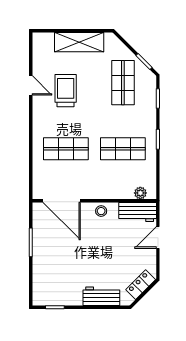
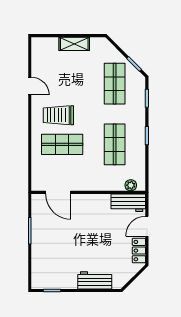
shelving: (79, 42) -> (74, 44), width x0.67, depth x0.75
trolley: (66, 91) -> (58, 115), moved, turned -90
shop shelf: (123, 149) -> (115, 144), turned 90
door: (62, 201) -> (58, 192), width x0.73
stool: (101, 211) -> (95, 202), removed
locker: (141, 285) -> (139, 251), moved, turned -45

